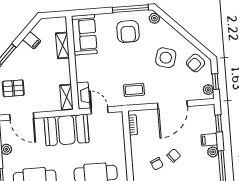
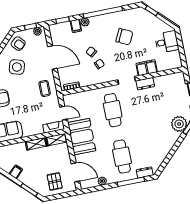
shelving: (62, 45) -> (36, 144), moved
door: (99, 110) -> (64, 113), swing flipped
door: (22, 116) -> (75, 172), hinge flipped

